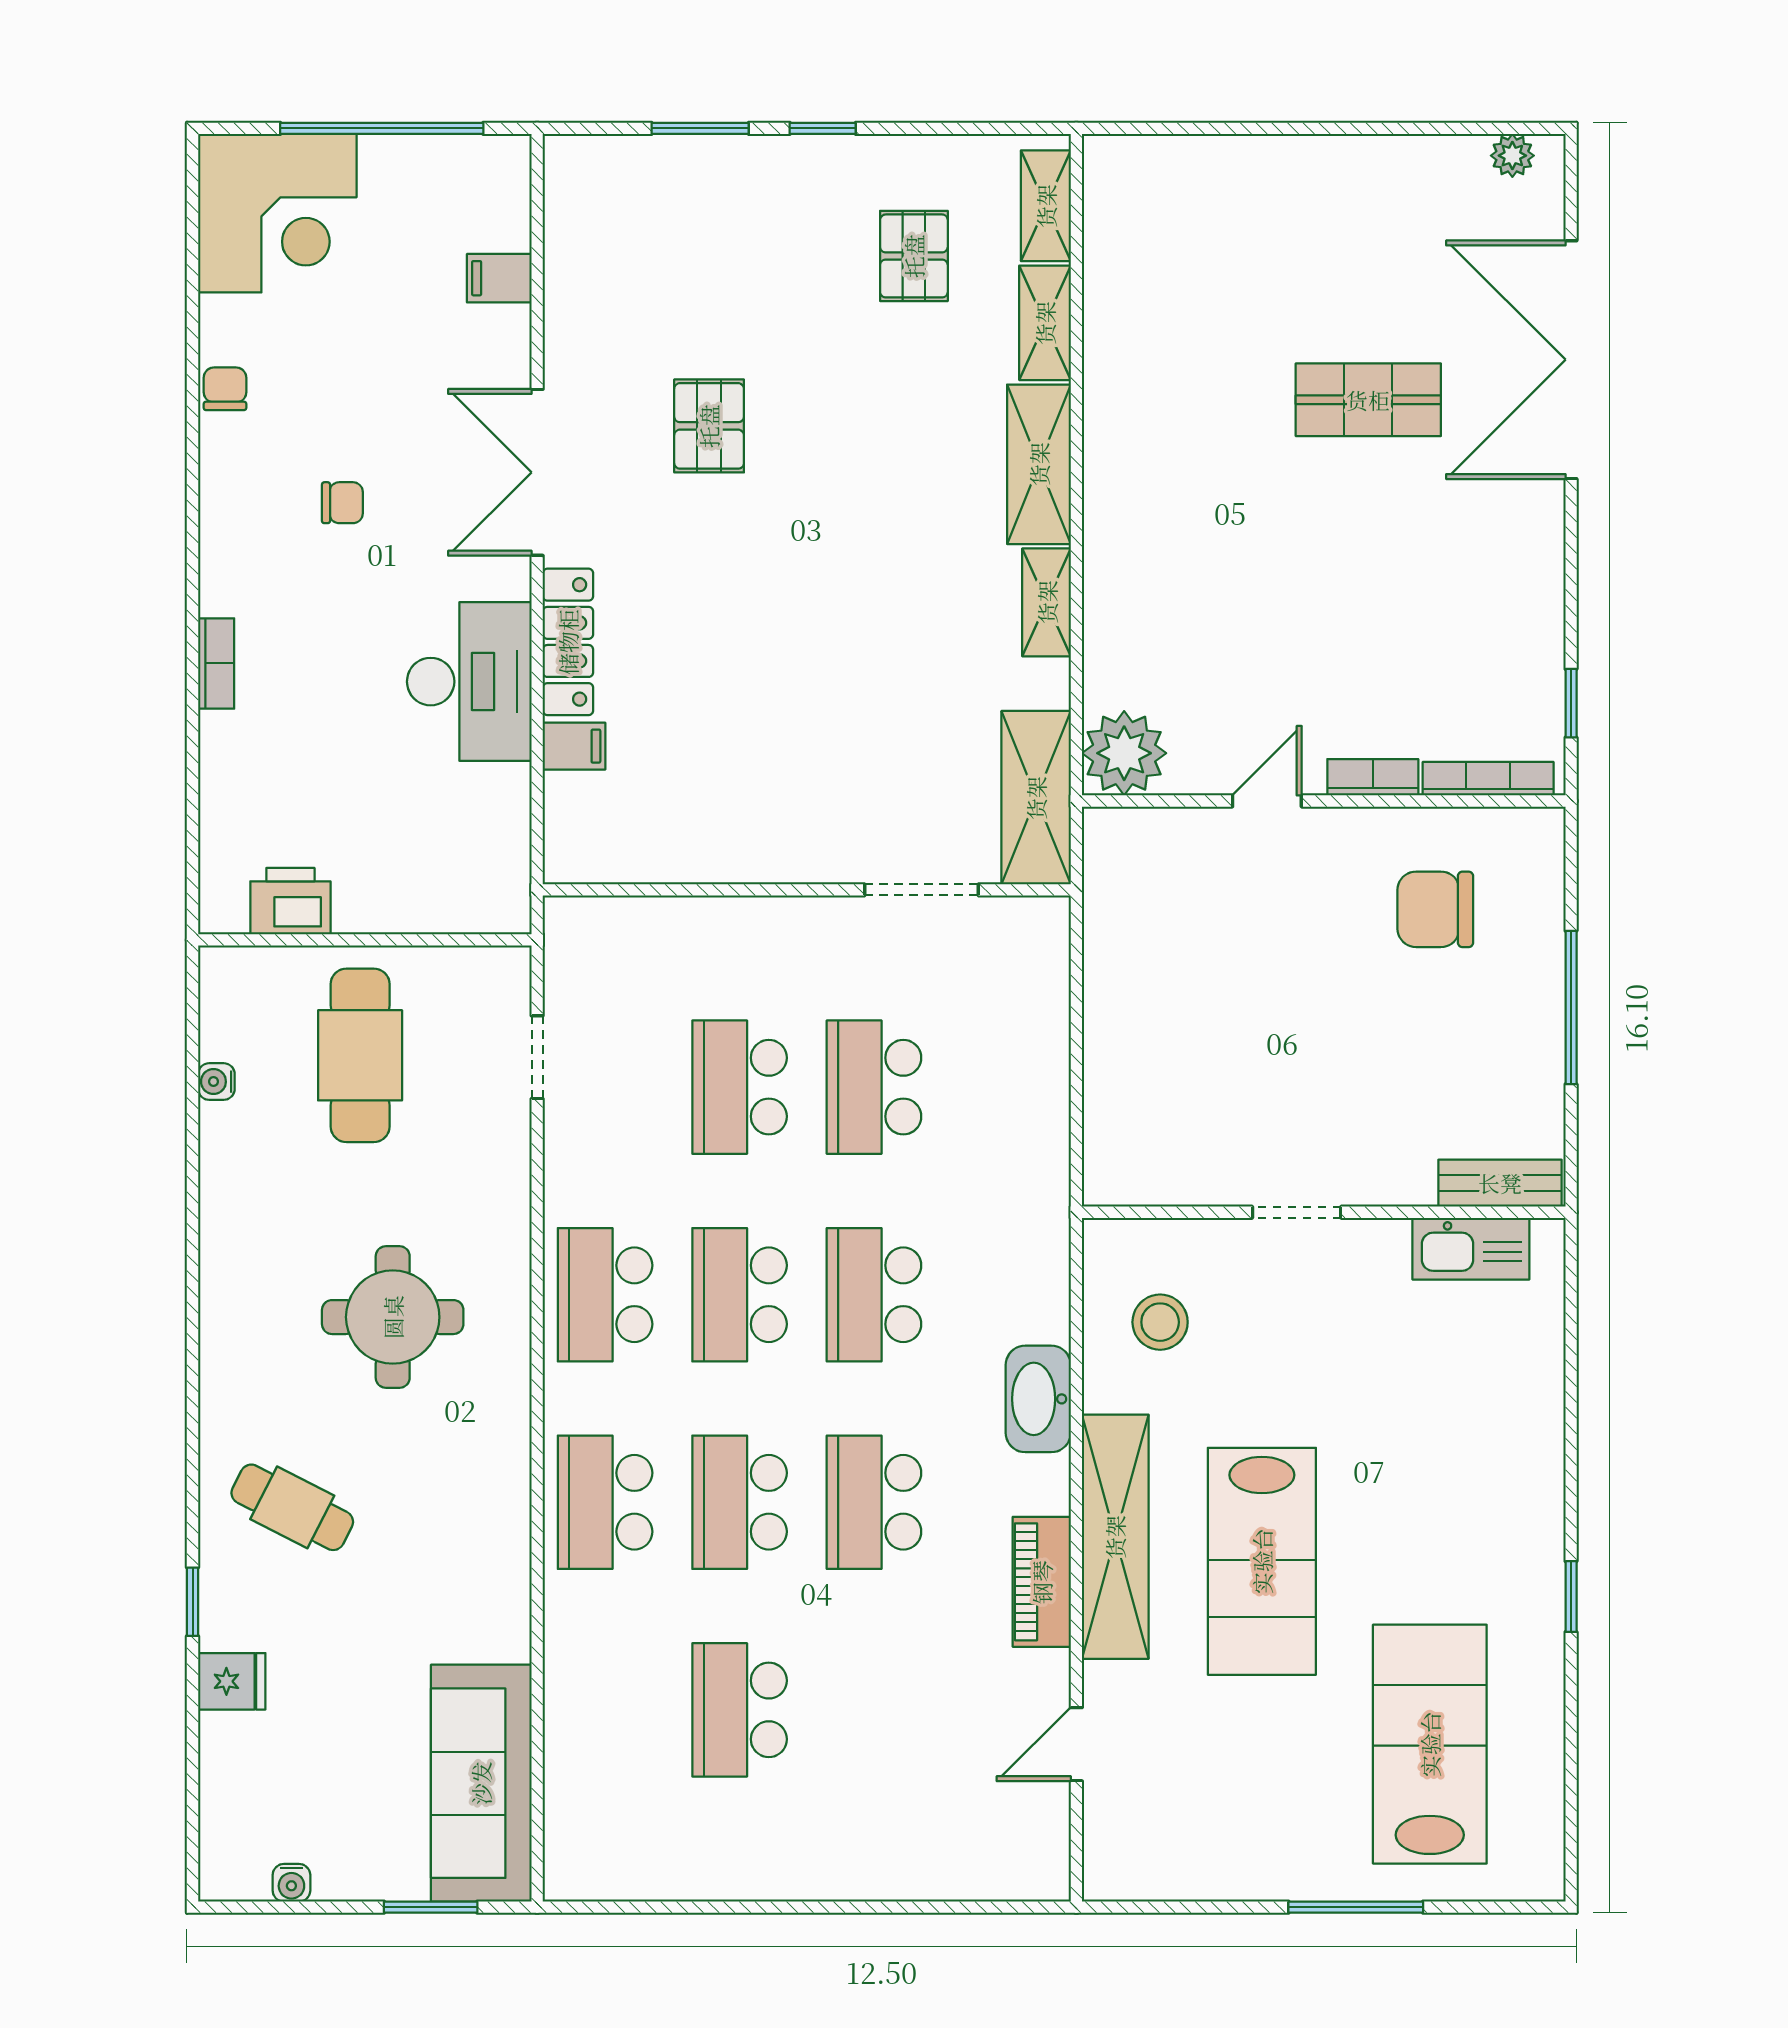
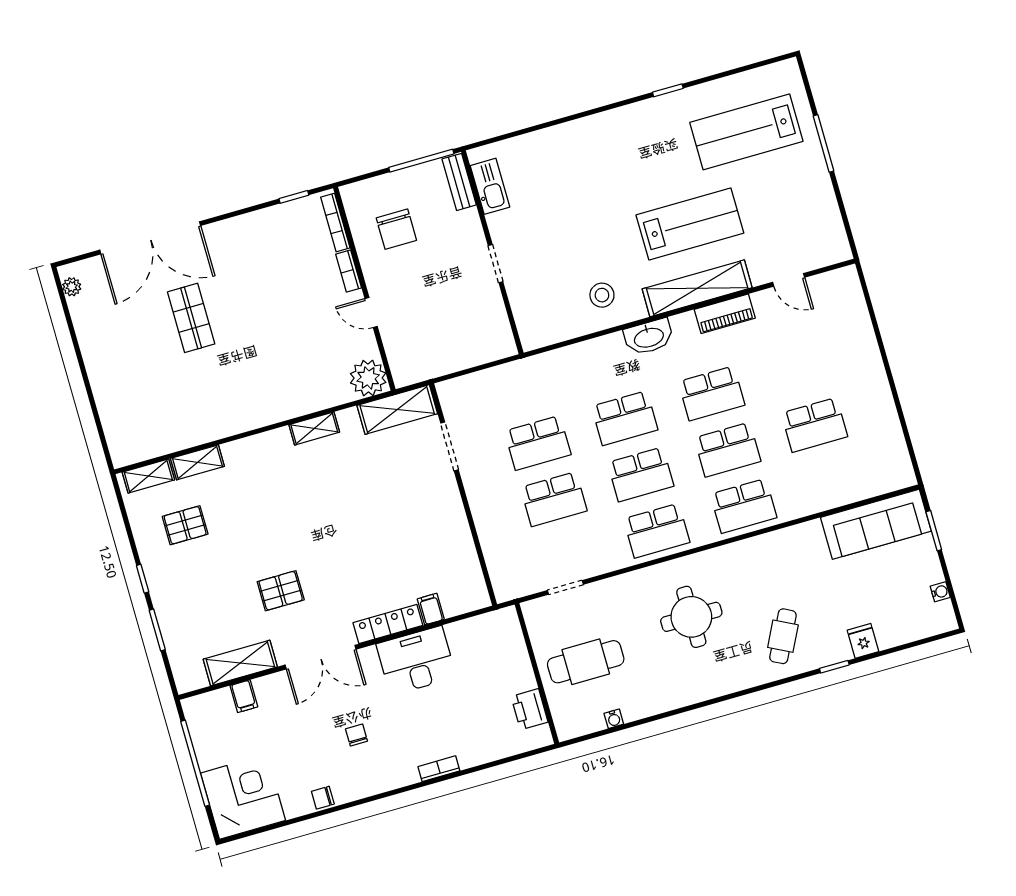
shelving: (1039, 464) -> (240, 663), moved
bench: (1500, 1183) -> (459, 182), moved
doorway: (1297, 1212) -> (496, 264), moved
wall: (1324, 1212) -> (492, 252), moved
kitchen sink: (1471, 1249) -> (490, 186), moved

